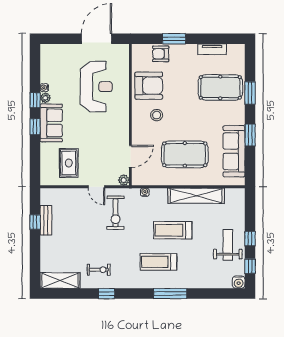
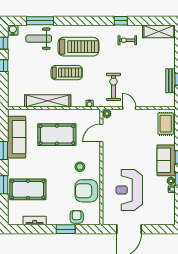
armchair: (161, 54) -> (77, 217), turned -90
rug: (69, 163) -> (166, 124), moved
weight bench: (228, 245) -> (39, 39), moved, turned 90
treadmill: (158, 262) -> (78, 47), width x1.37, depth x1.38
window: (170, 294) -> (40, 21), moved

